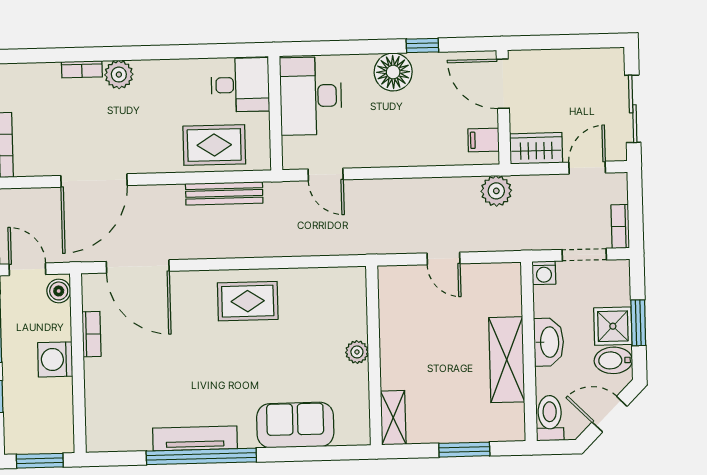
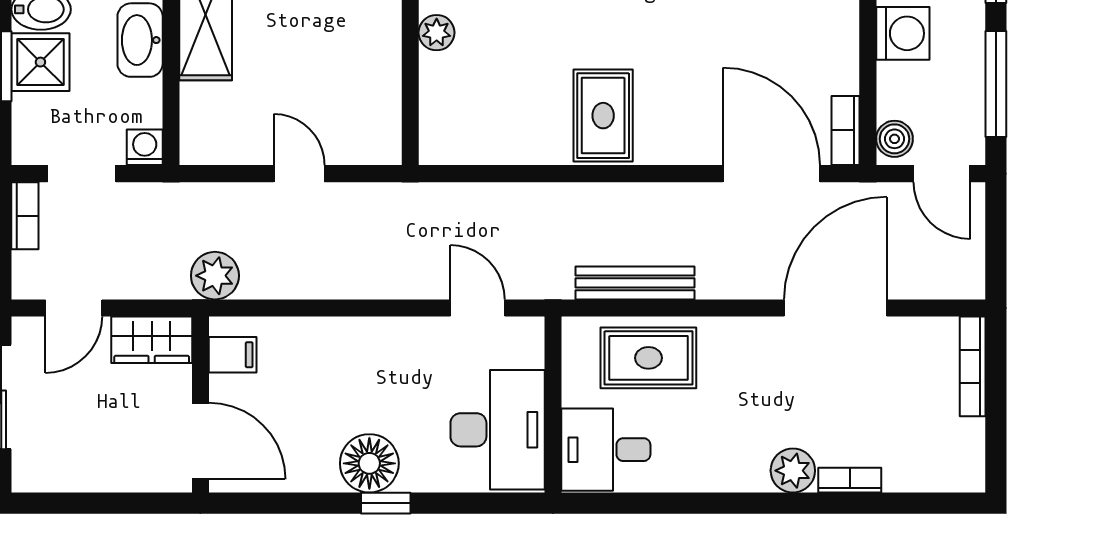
window: (422, 45) -> (386, 503), moved
rug: (248, 301) -> (603, 116), turned 90
bookcase: (92, 334) -> (846, 130), moved

